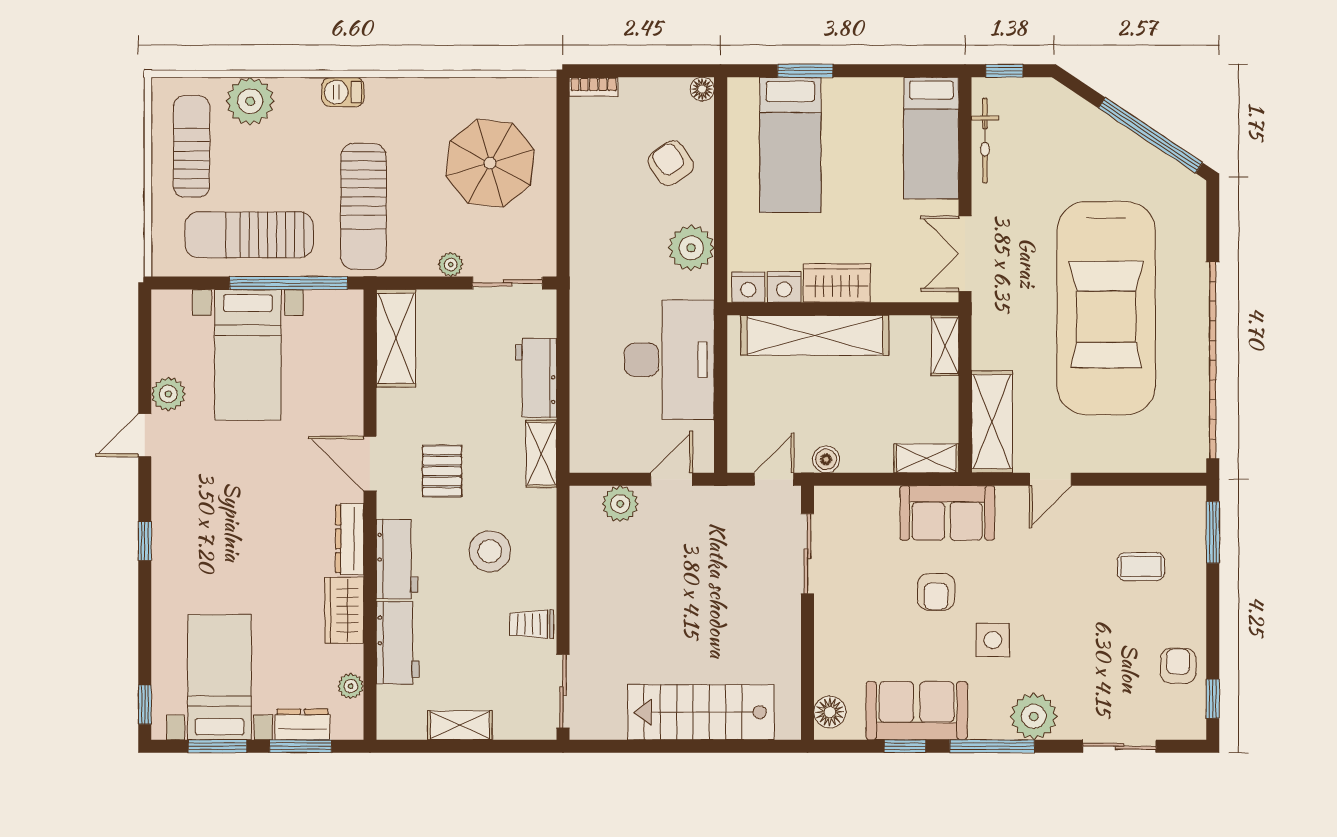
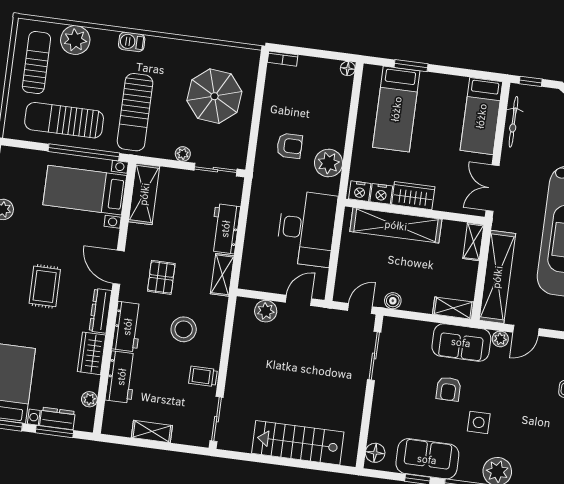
armchair: (671, 163) -> (290, 146), moved, turned 124
bed with nightstands: (248, 355) -> (85, 190), moved, turned 90
shelving: (992, 422) -> (497, 277), width x1.47
plant: (1010, 499) -> (500, 339), added
rug: (253, 511) -> (45, 286), added

